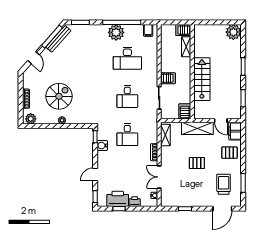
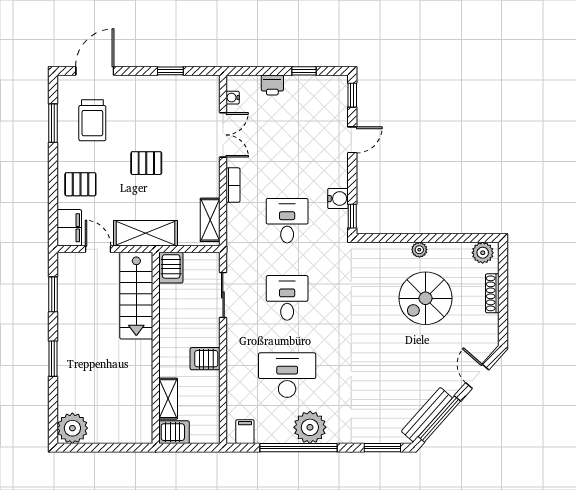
server rack: (168, 78) -> (205, 359), moved
stairs: (202, 79) -> (136, 296), moved
printer: (118, 199) -> (307, 91), removed

